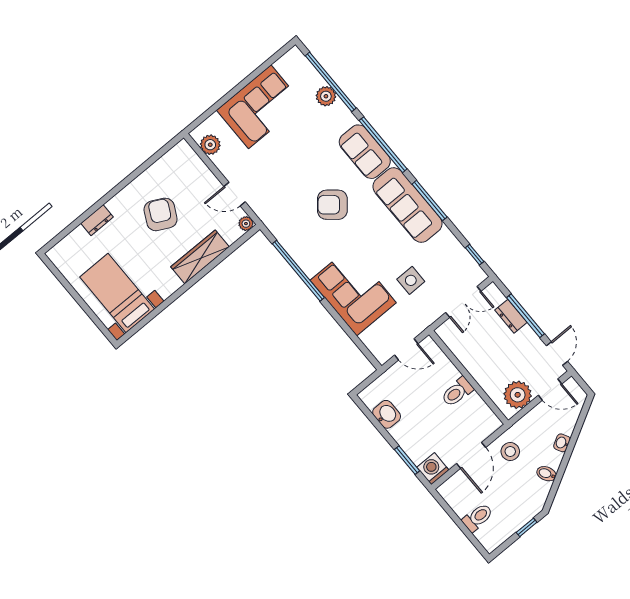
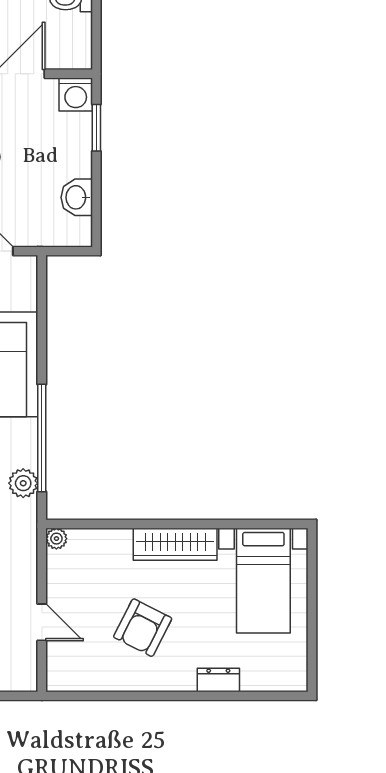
plant: (210, 145) -> (23, 483), moved
door: (235, 194) -> (42, 622), moved
wardrobe: (200, 257) -> (175, 544), moved

